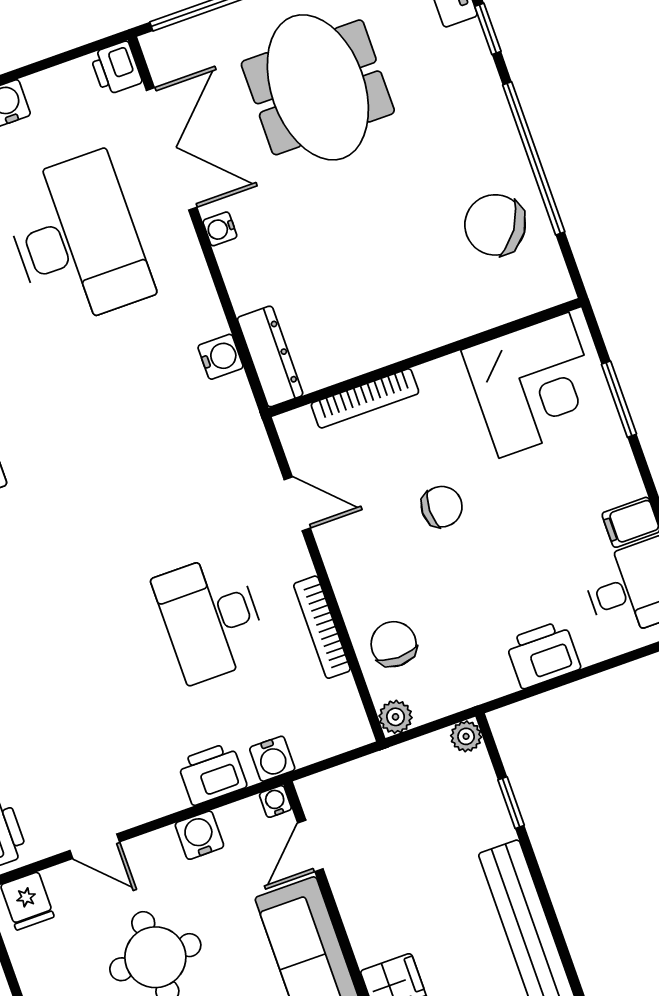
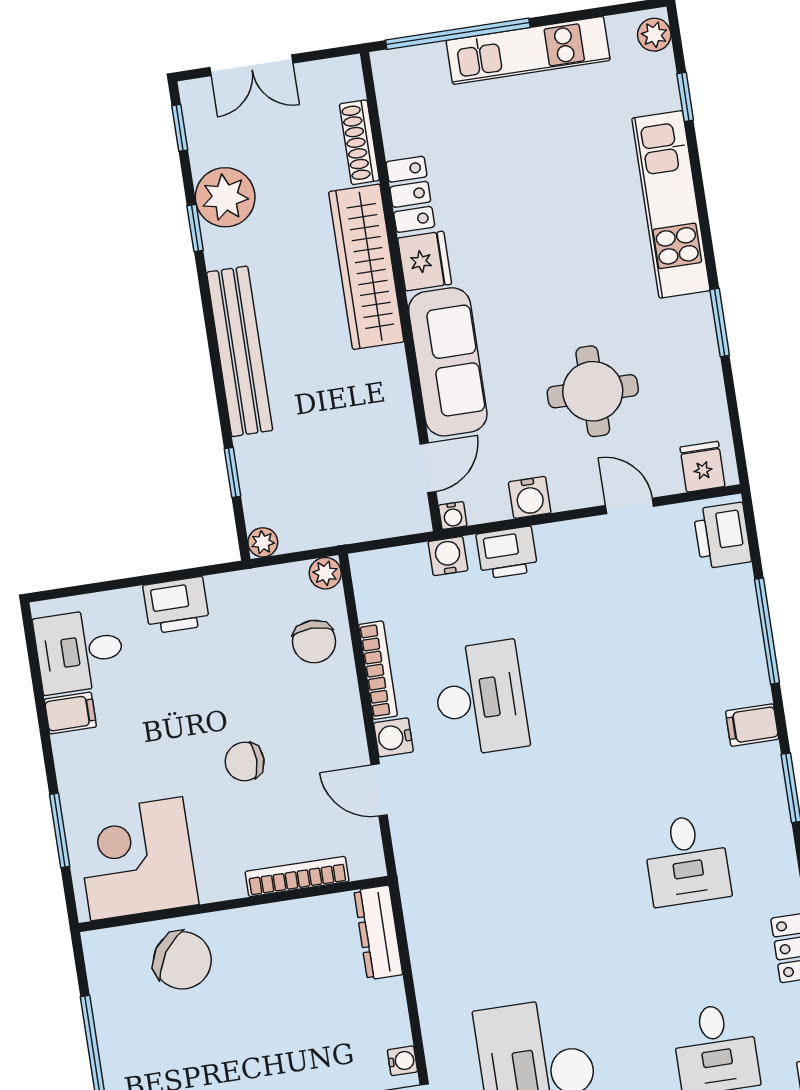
chair: (495, 225) -> (182, 960), moved
water cooler: (221, 357) -> (394, 737), moved

